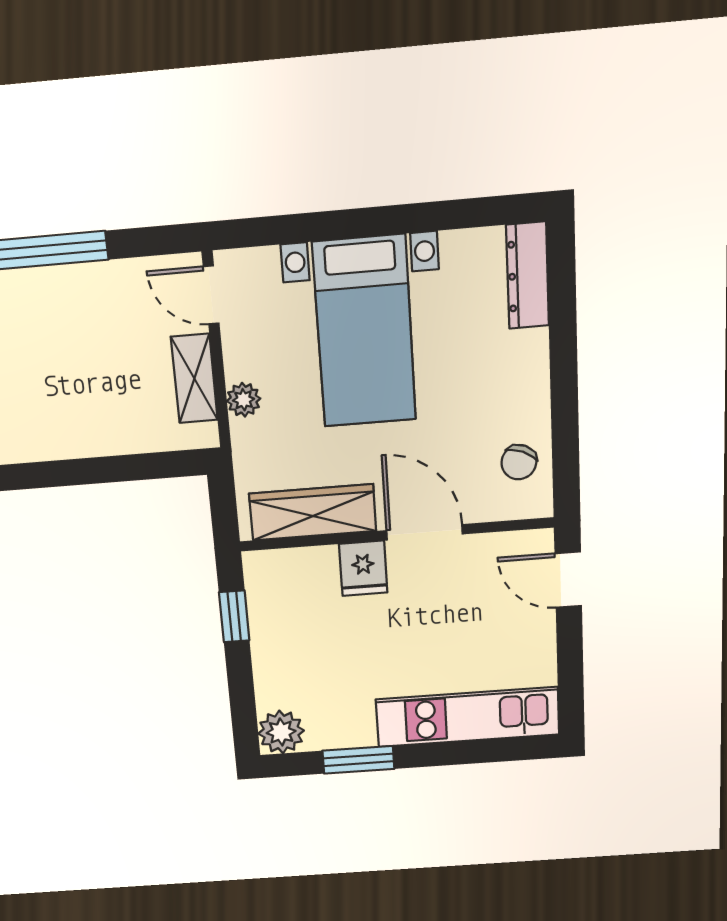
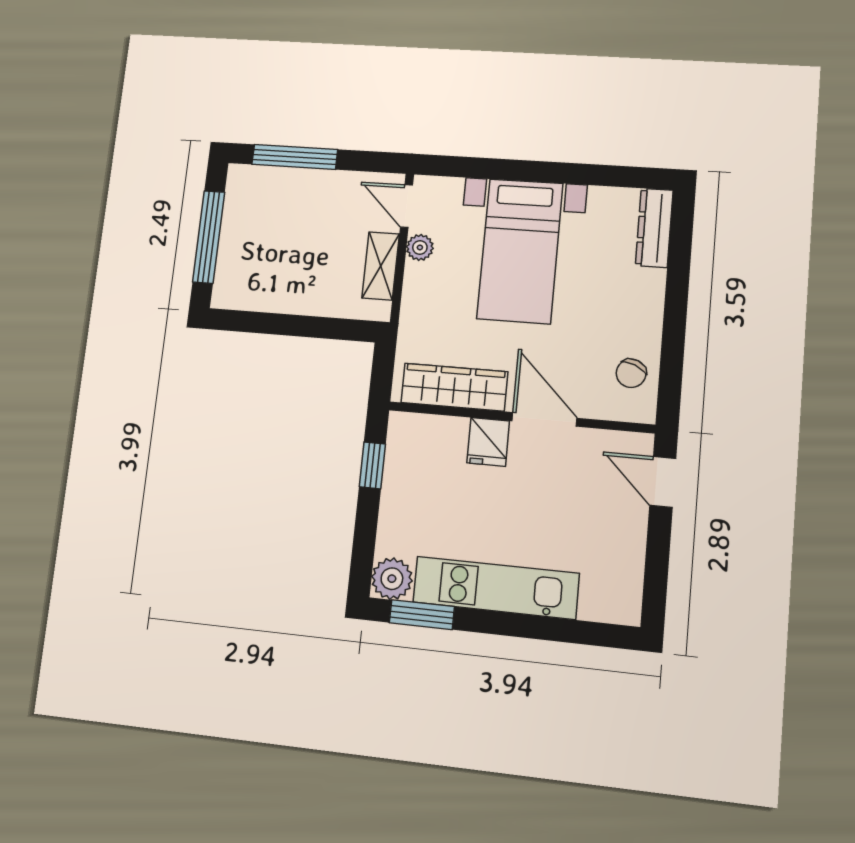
plant: (244, 400) -> (420, 247), moved
kitchen unit: (468, 717) -> (496, 588), moved
window: (358, 760) -> (422, 615), moved

